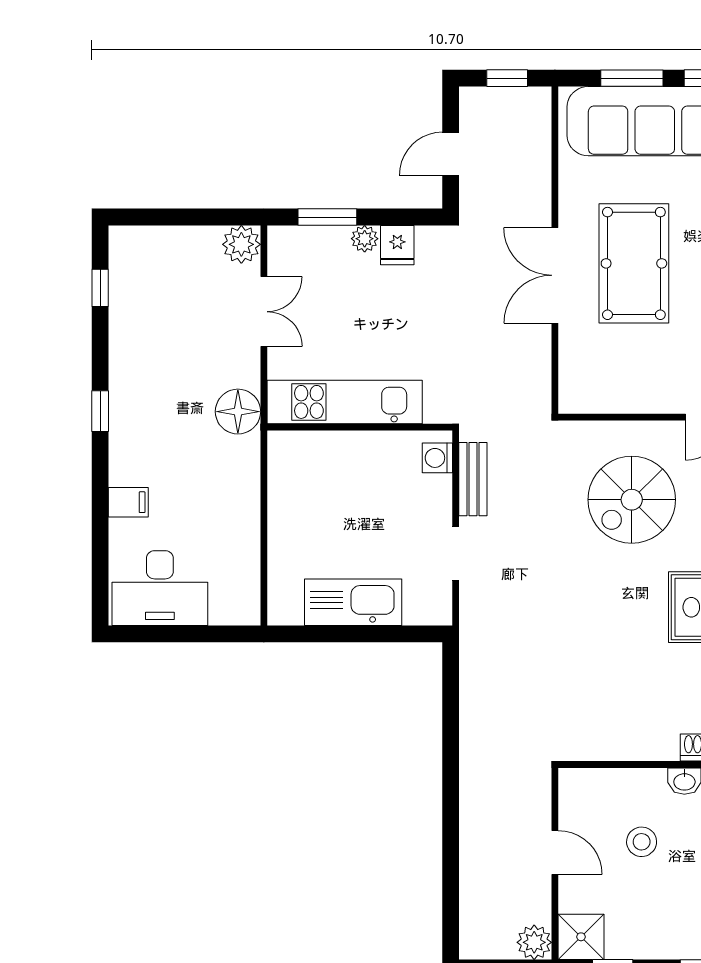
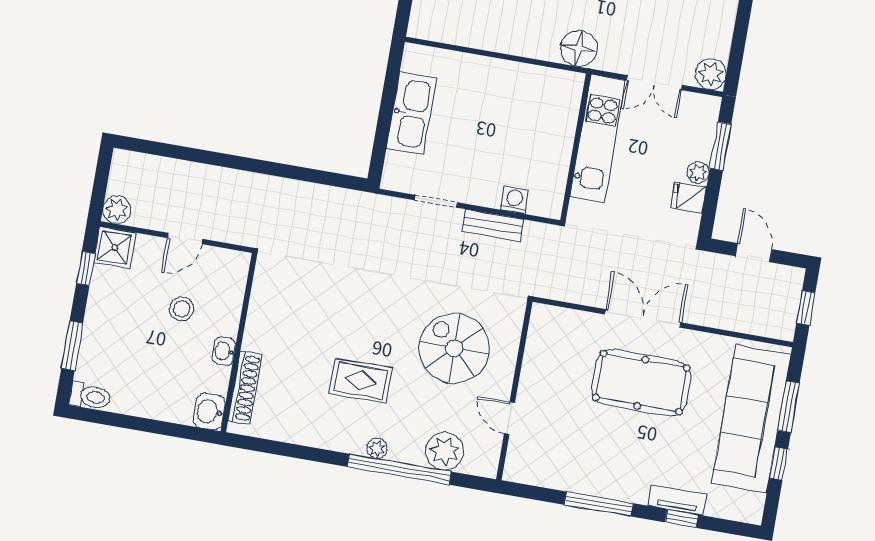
kitchen unit: (345, 402) -> (598, 139), moved
wall: (360, 427) -> (576, 147), moved

